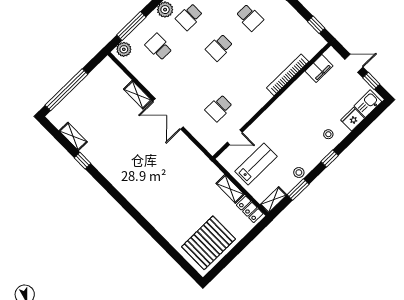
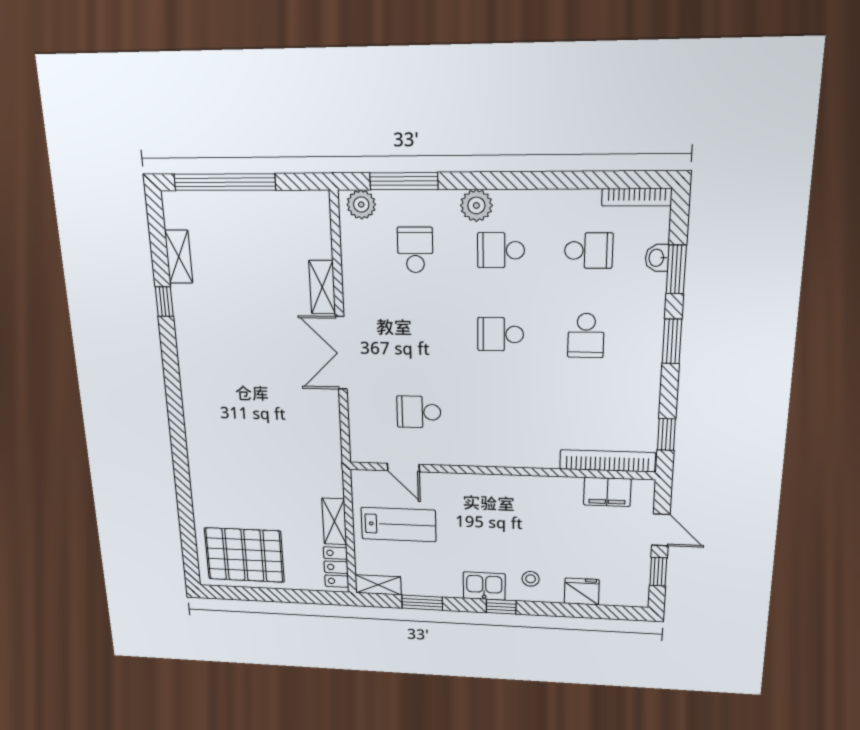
bookcase: (288, 75) -> (607, 461), moved
kitchen sink: (368, 104) -> (484, 586), moved
stool: (299, 172) -> (444, 585), removed

